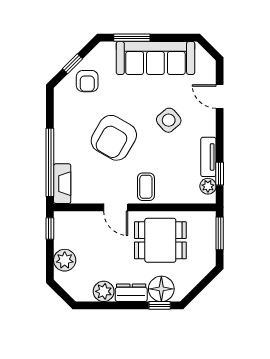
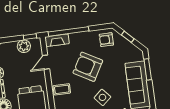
armchair: (87, 81) -> (106, 40), moved
door: (116, 207) -> (46, 62), moved
plant: (65, 260) -> (24, 46), moved

